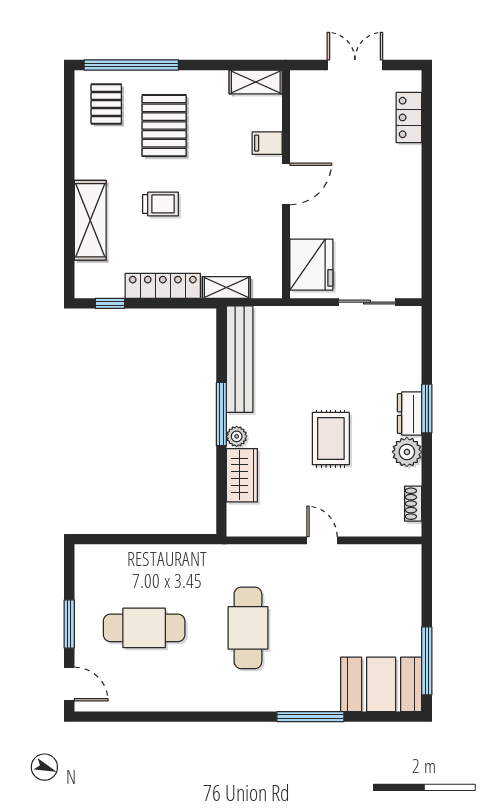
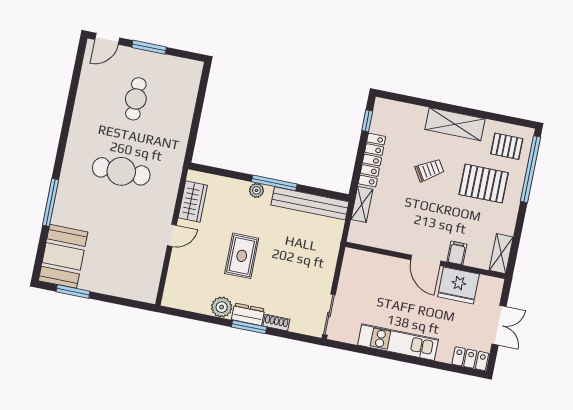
locker: (409, 117) -> (470, 359), moved
kitchen unit: (406, 199) -> (398, 342), added
trolley: (161, 204) -> (429, 170), turned -122
shelving: (90, 220) -> (455, 124), moved
fridge: (311, 265) -> (458, 285), moved
sliding door: (367, 302) -> (329, 314), moved
rug: (331, 439) -> (242, 256), turned 90
wardrobe: (242, 475) -> (193, 201), moved, turned -90
shoe rack: (413, 504) -> (276, 323), moved
cafe table: (144, 628) -> (136, 99), width x0.73, depth x0.74
window: (427, 661) -> (73, 291), width x0.69

